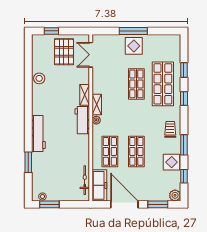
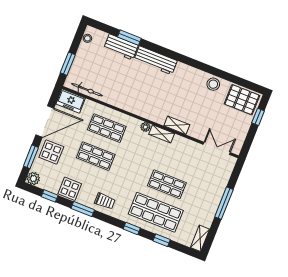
shelving: (170, 39) -> (200, 238), added
display table: (134, 46) -> (51, 152), moved
pallet: (64, 52) -> (242, 100), moved
workbench: (82, 120) -> (121, 47), moved, turned 180
freezer: (99, 185) -> (71, 101), width x0.71
window: (49, 204) -> (68, 64), moved

